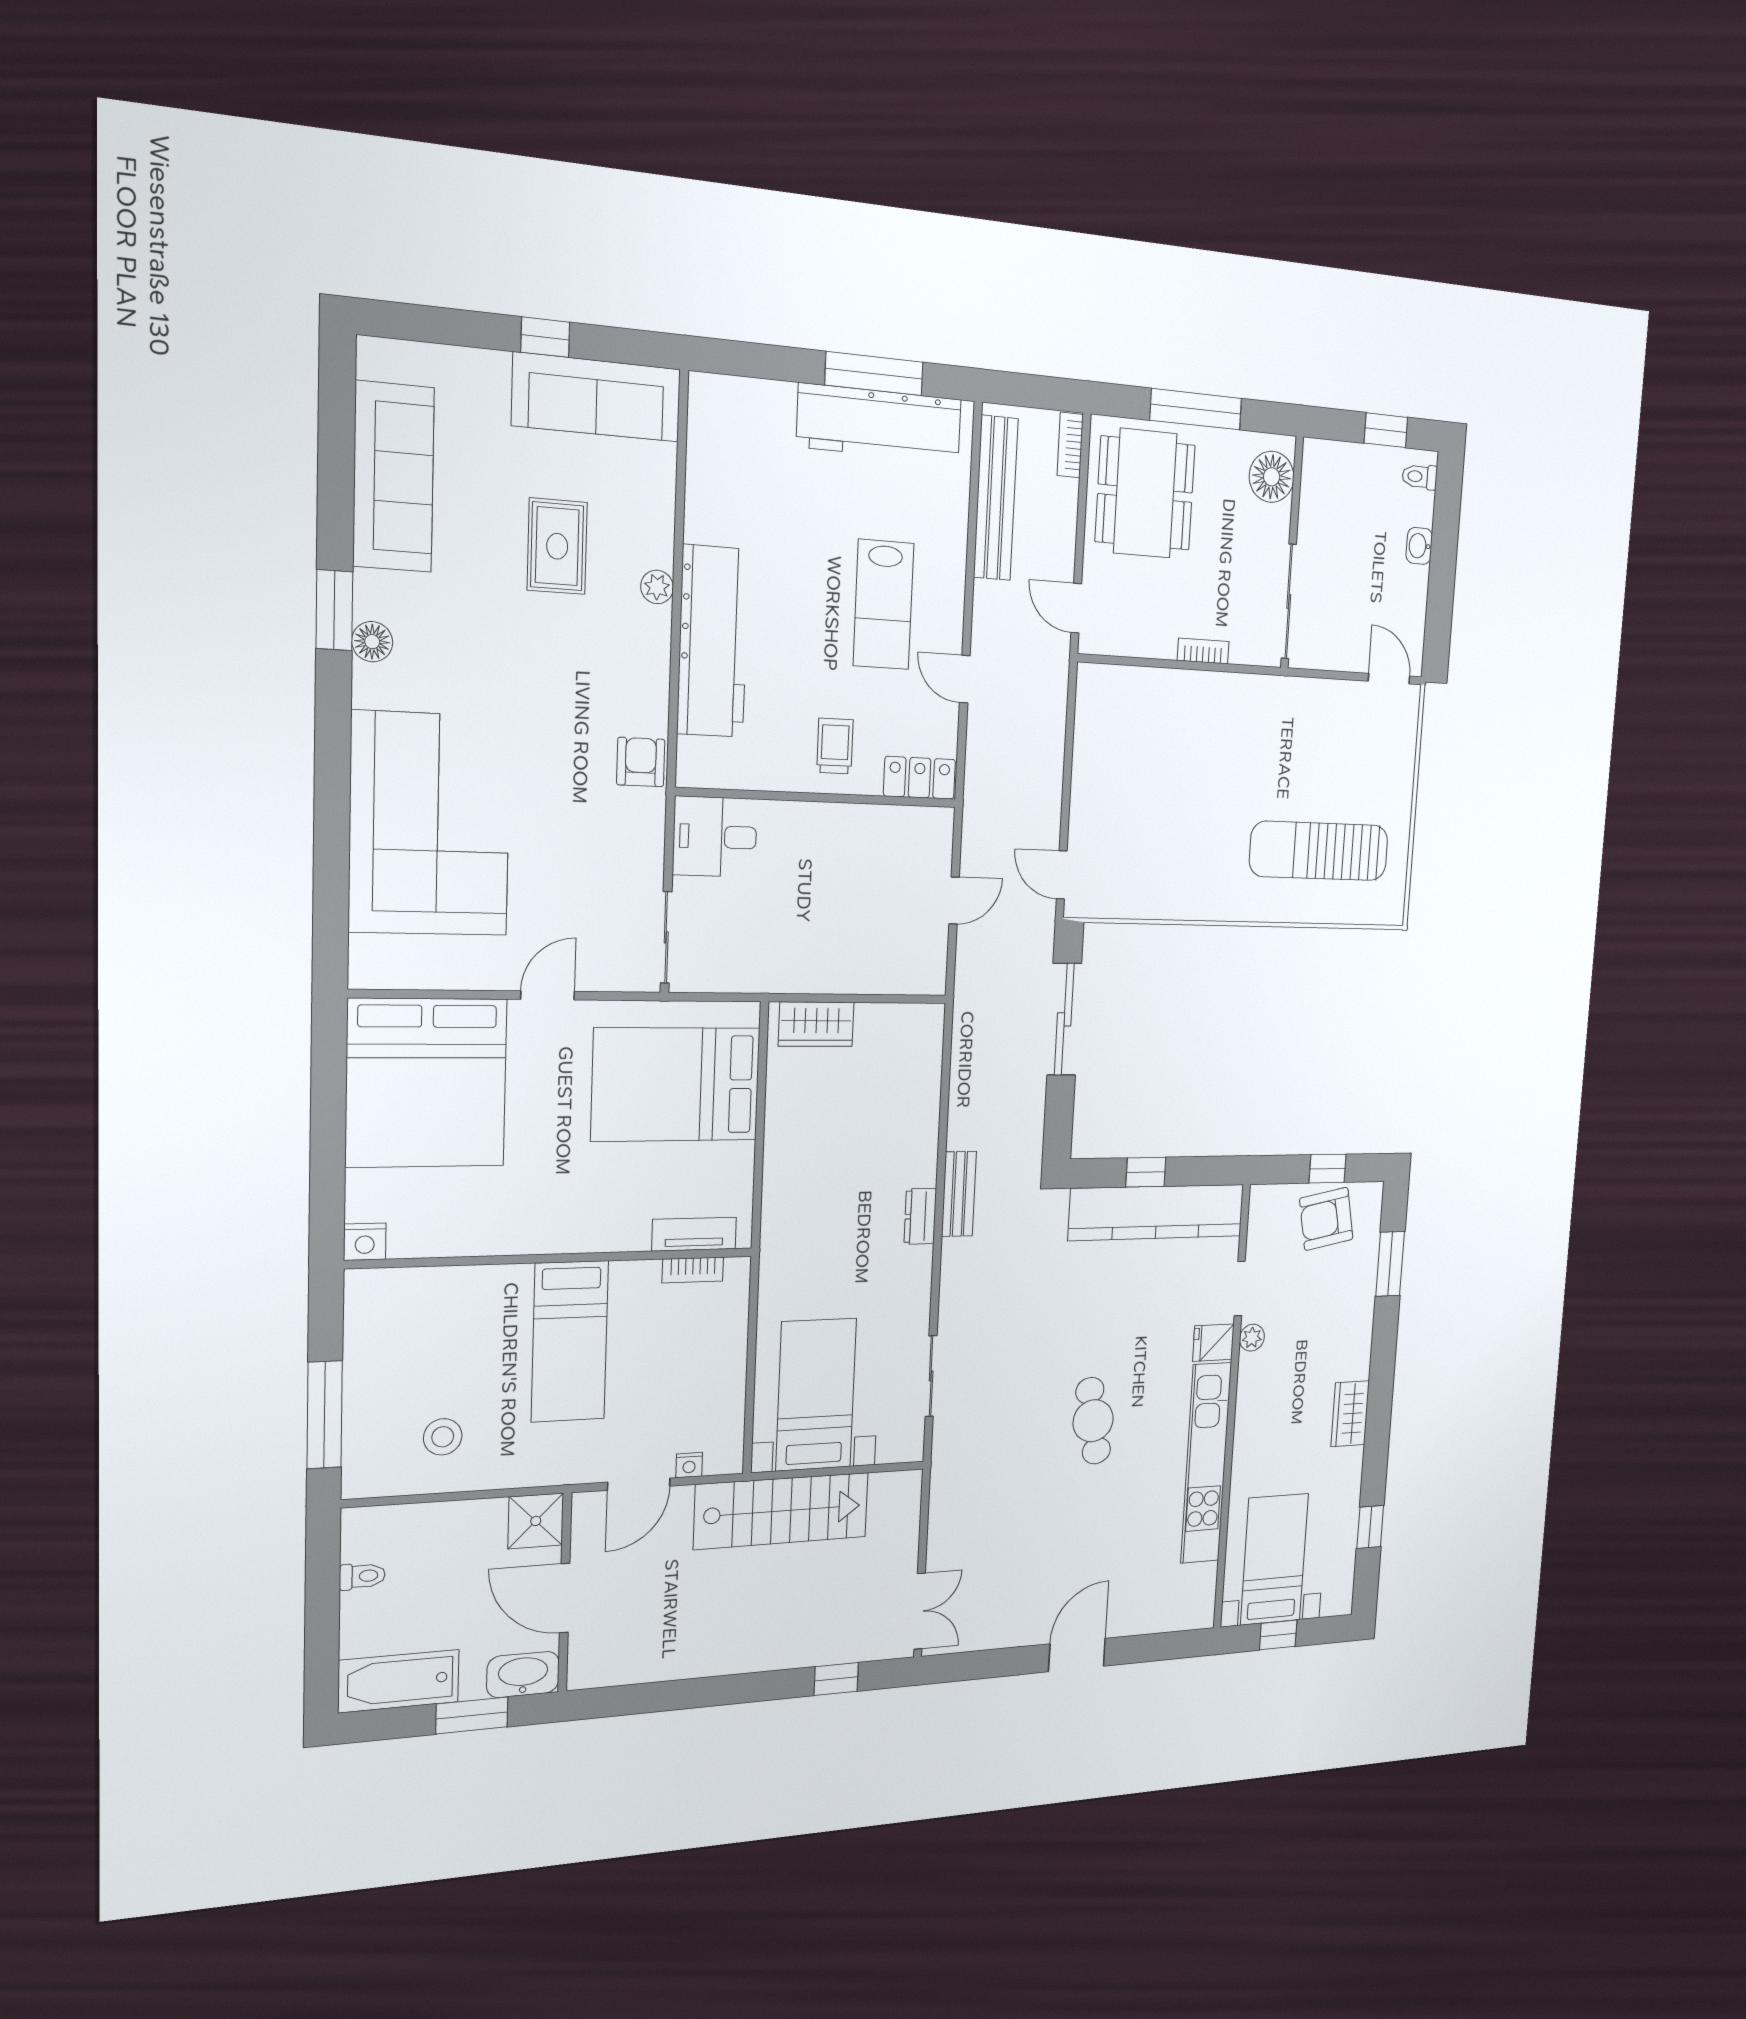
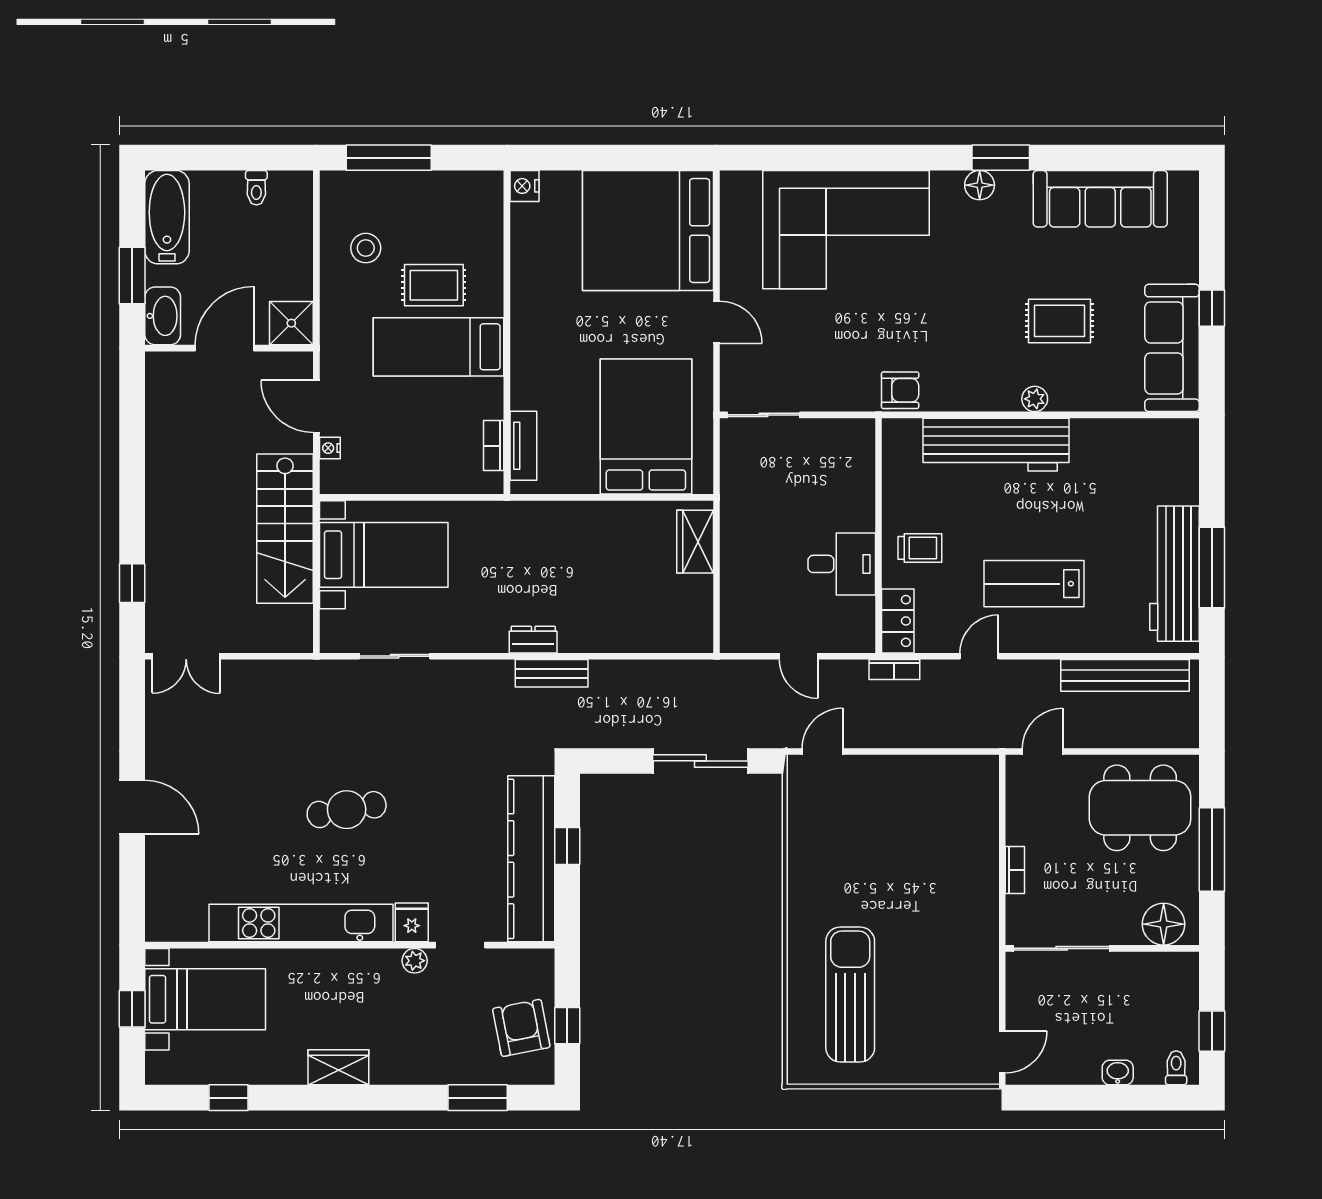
bookcase: (1070, 445) -> (894, 669), moved, turned 180
desk: (715, 837) -> (842, 564), moved, turned 90
rug: (492, 1351) -> (434, 285), added

